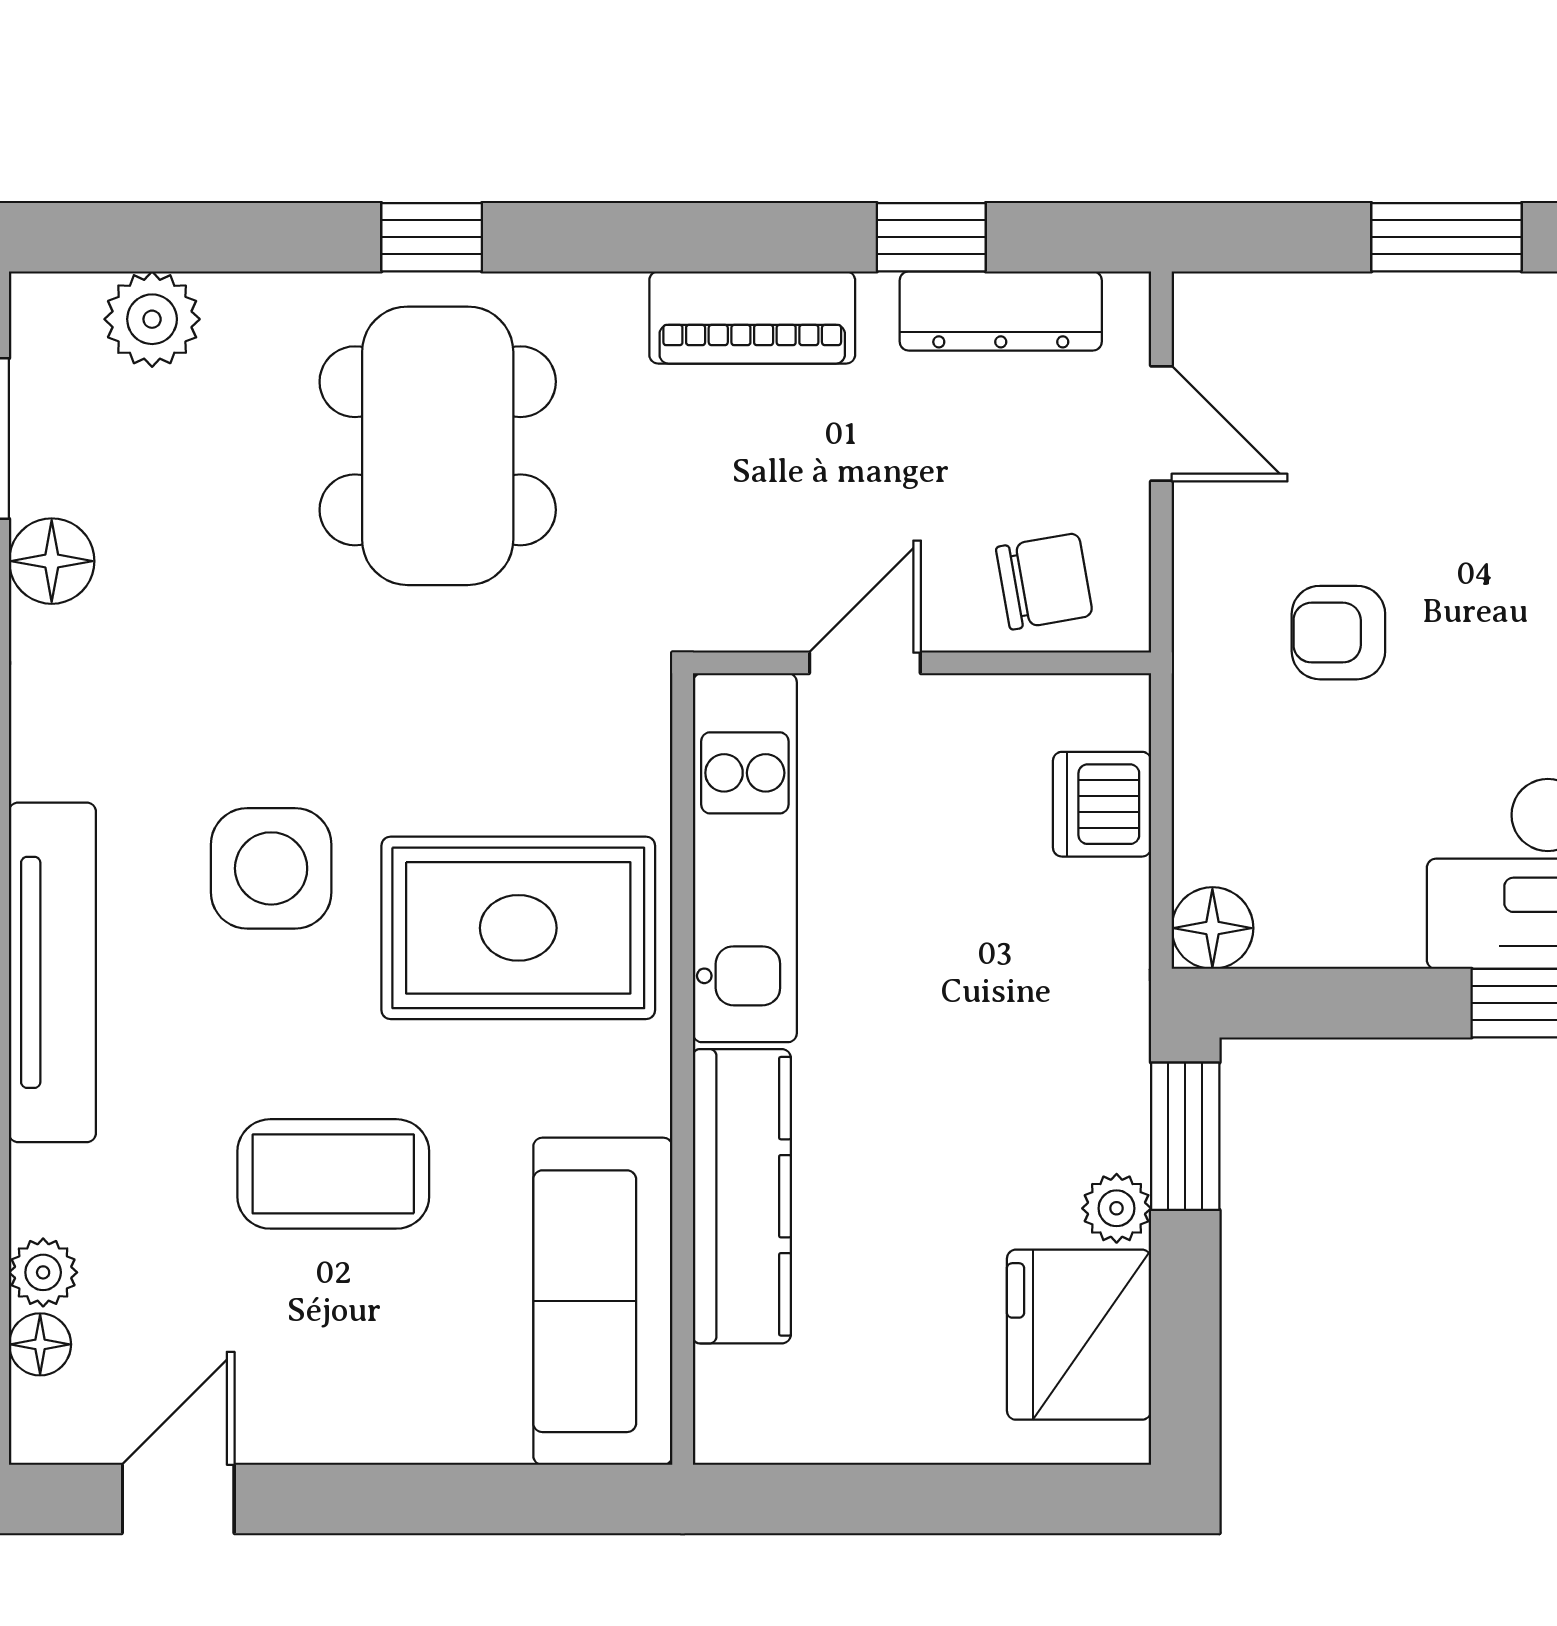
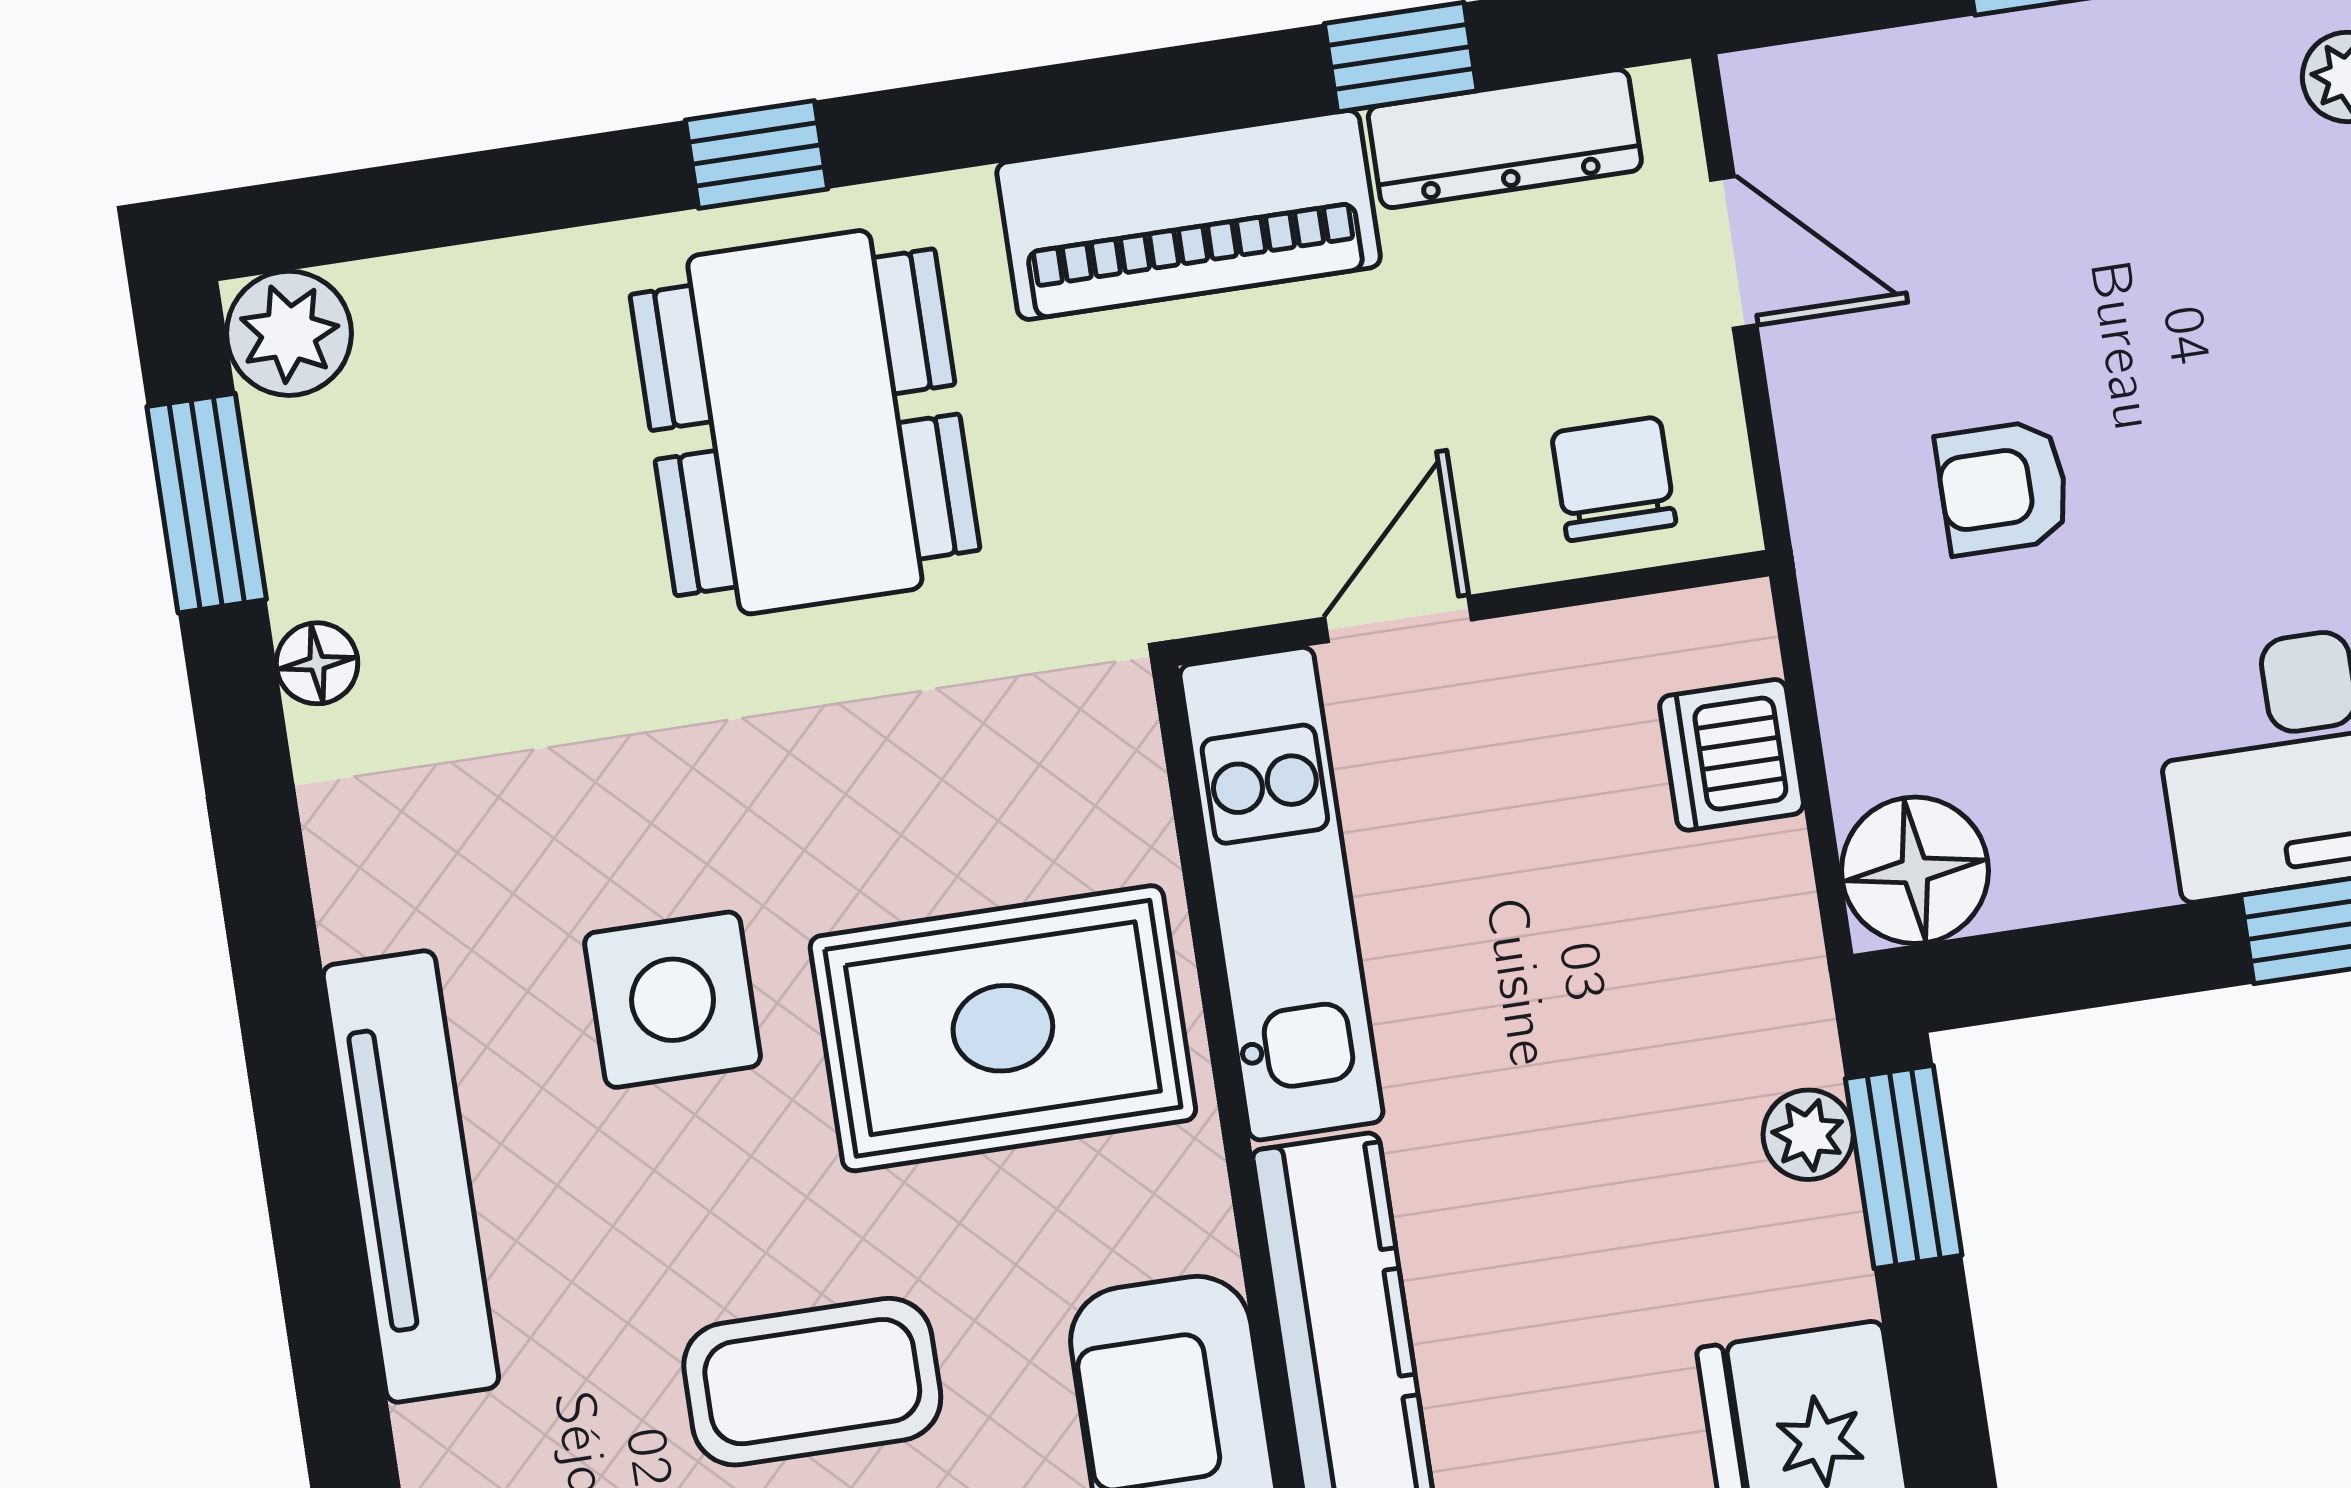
piano: (752, 318) -> (1189, 215), width x1.37, depth x1.33
plant: (152, 319) -> (289, 333), moved
floor lamp: (52, 561) -> (317, 663), width x0.73, depth x0.73
chair: (1044, 581) -> (1614, 479), turned -80
floor lamp: (1212, 928) -> (1915, 870), width x1.38, depth x1.38
plant: (1117, 1208) -> (1808, 1135), moved

